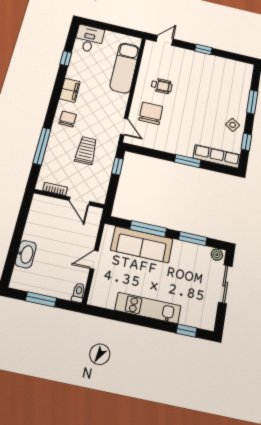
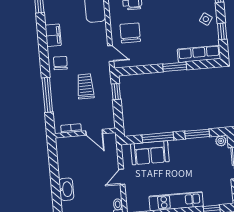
sofa: (142, 245) -> (150, 153), width x0.73

